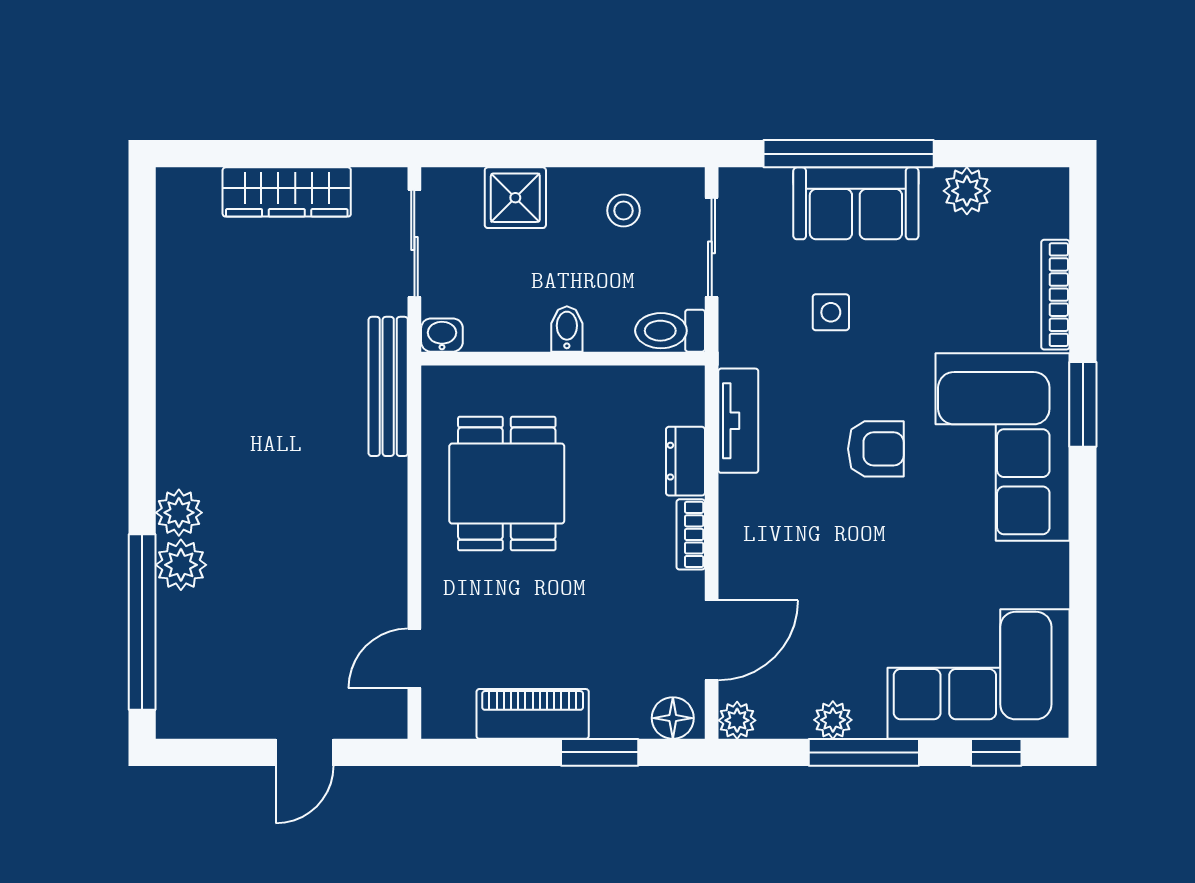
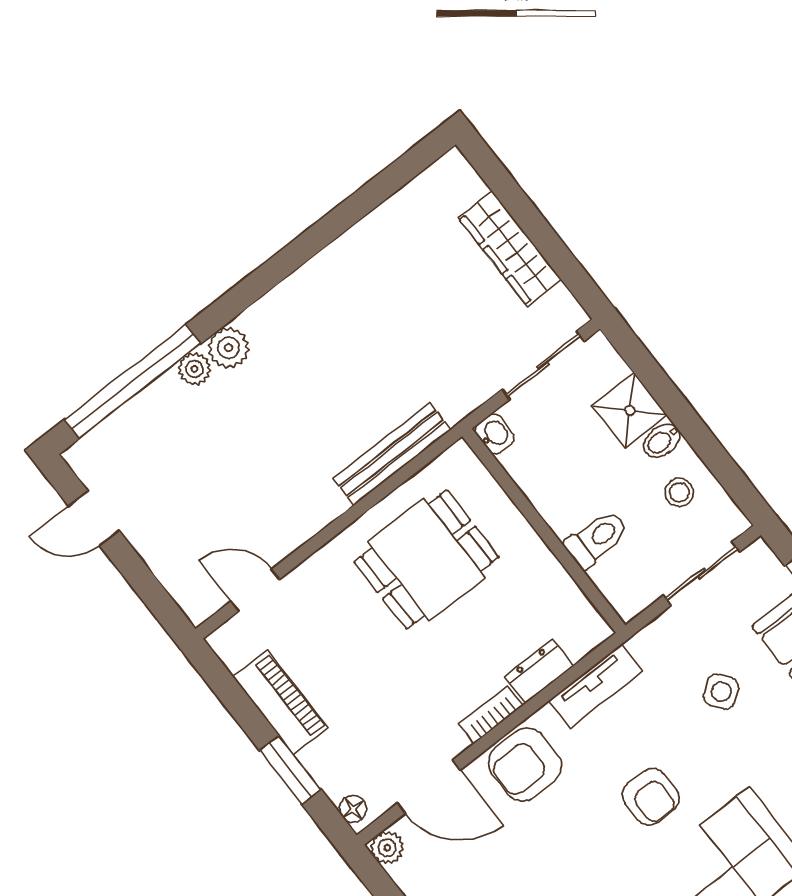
side table: (831, 312) -> (721, 692), turned -36
bidet: (567, 329) -> (662, 441), moved, turned 180
toilet: (670, 331) -> (597, 539), moved, turned 90
bench: (388, 386) -> (392, 454), moved
armchair: (759, 539) -> (525, 765), added
plant: (181, 565) -> (194, 369), width x0.73, depth x0.73
floor lamp: (673, 718) -> (353, 809), width x0.73, depth x0.73
door: (305, 752) -> (94, 518), moved

